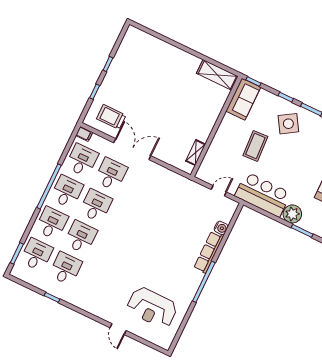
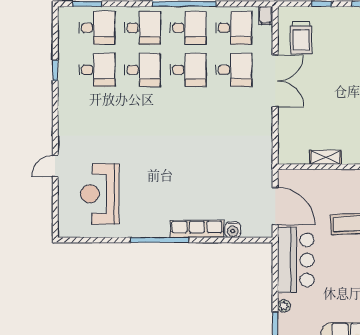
trolley: (111, 117) -> (301, 38), turned 180
shelving: (196, 153) -> (325, 157), moved
door: (219, 191) -> (275, 206), width x1.88
plant: (292, 214) -> (284, 306), width x0.53, depth x0.53

